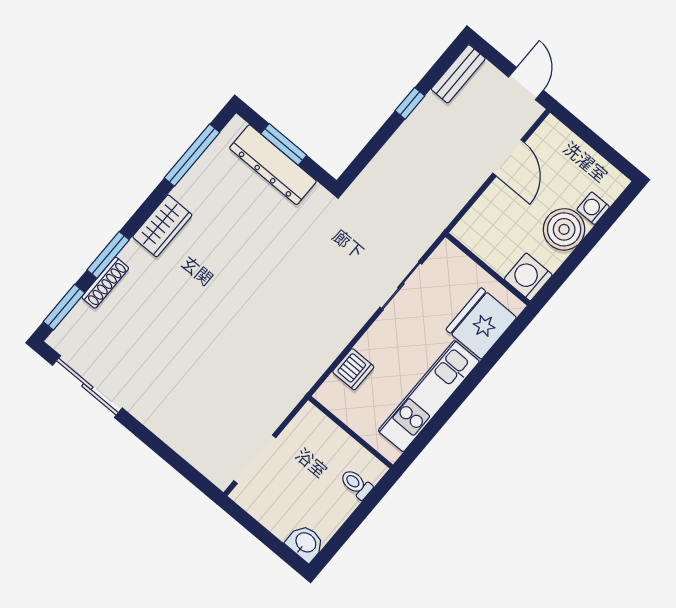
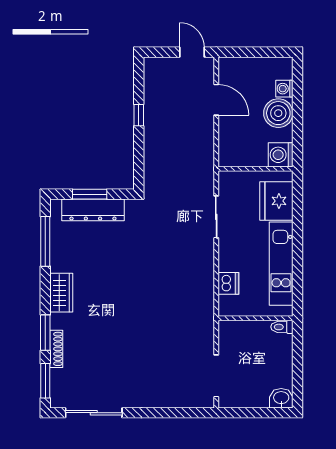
bench: (458, 74) -> (151, 77), removed
toilet: (356, 484) -> (282, 327), moved

